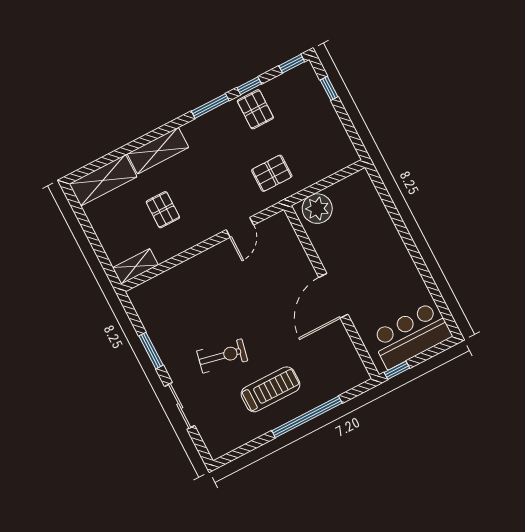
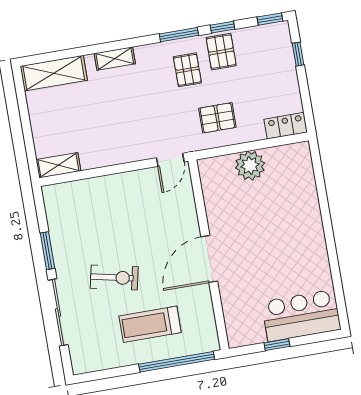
shelving: (158, 151) -> (115, 58), width x0.67, depth x0.75
locker: (339, 160) -> (286, 126), added
pallet: (163, 210) -> (187, 70), moved
wall: (331, 292) -> (209, 255), moved
door: (333, 296) -> (209, 259), moved
treadmill: (270, 389) -> (150, 324), turned 180
sliding door: (180, 406) -> (58, 312), width x1.37

